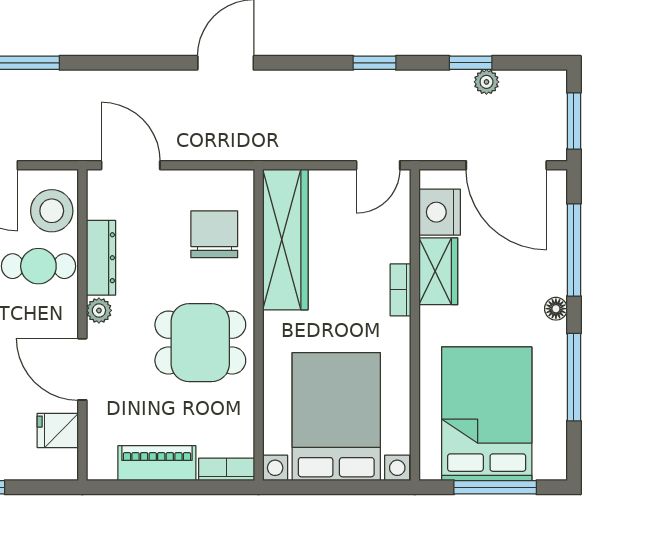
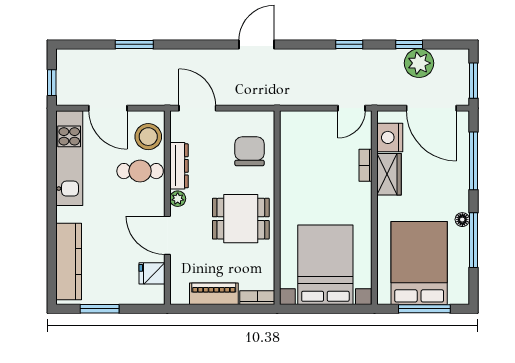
plant: (486, 82) -> (419, 63), width x1.88, depth x1.88
wardrobe: (285, 240) -> (294, 154), removed
bookcase: (401, 290) -> (366, 165), moved
floor lamp: (556, 309) -> (462, 220), moved

